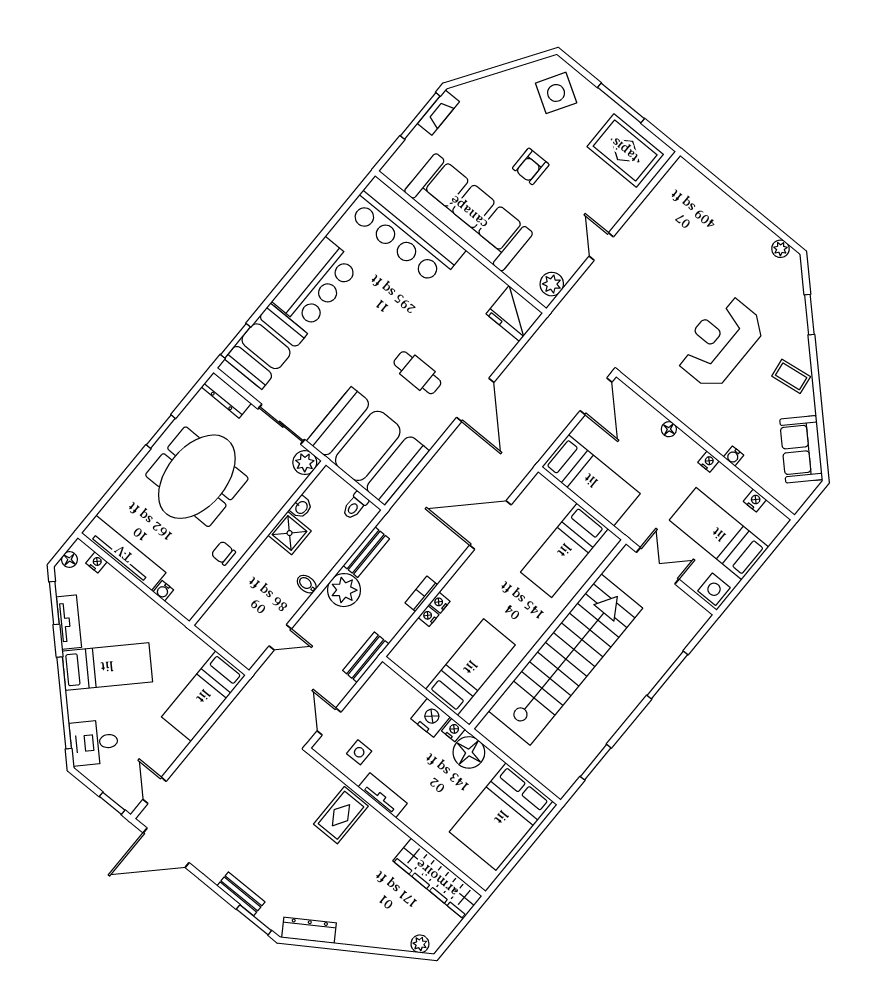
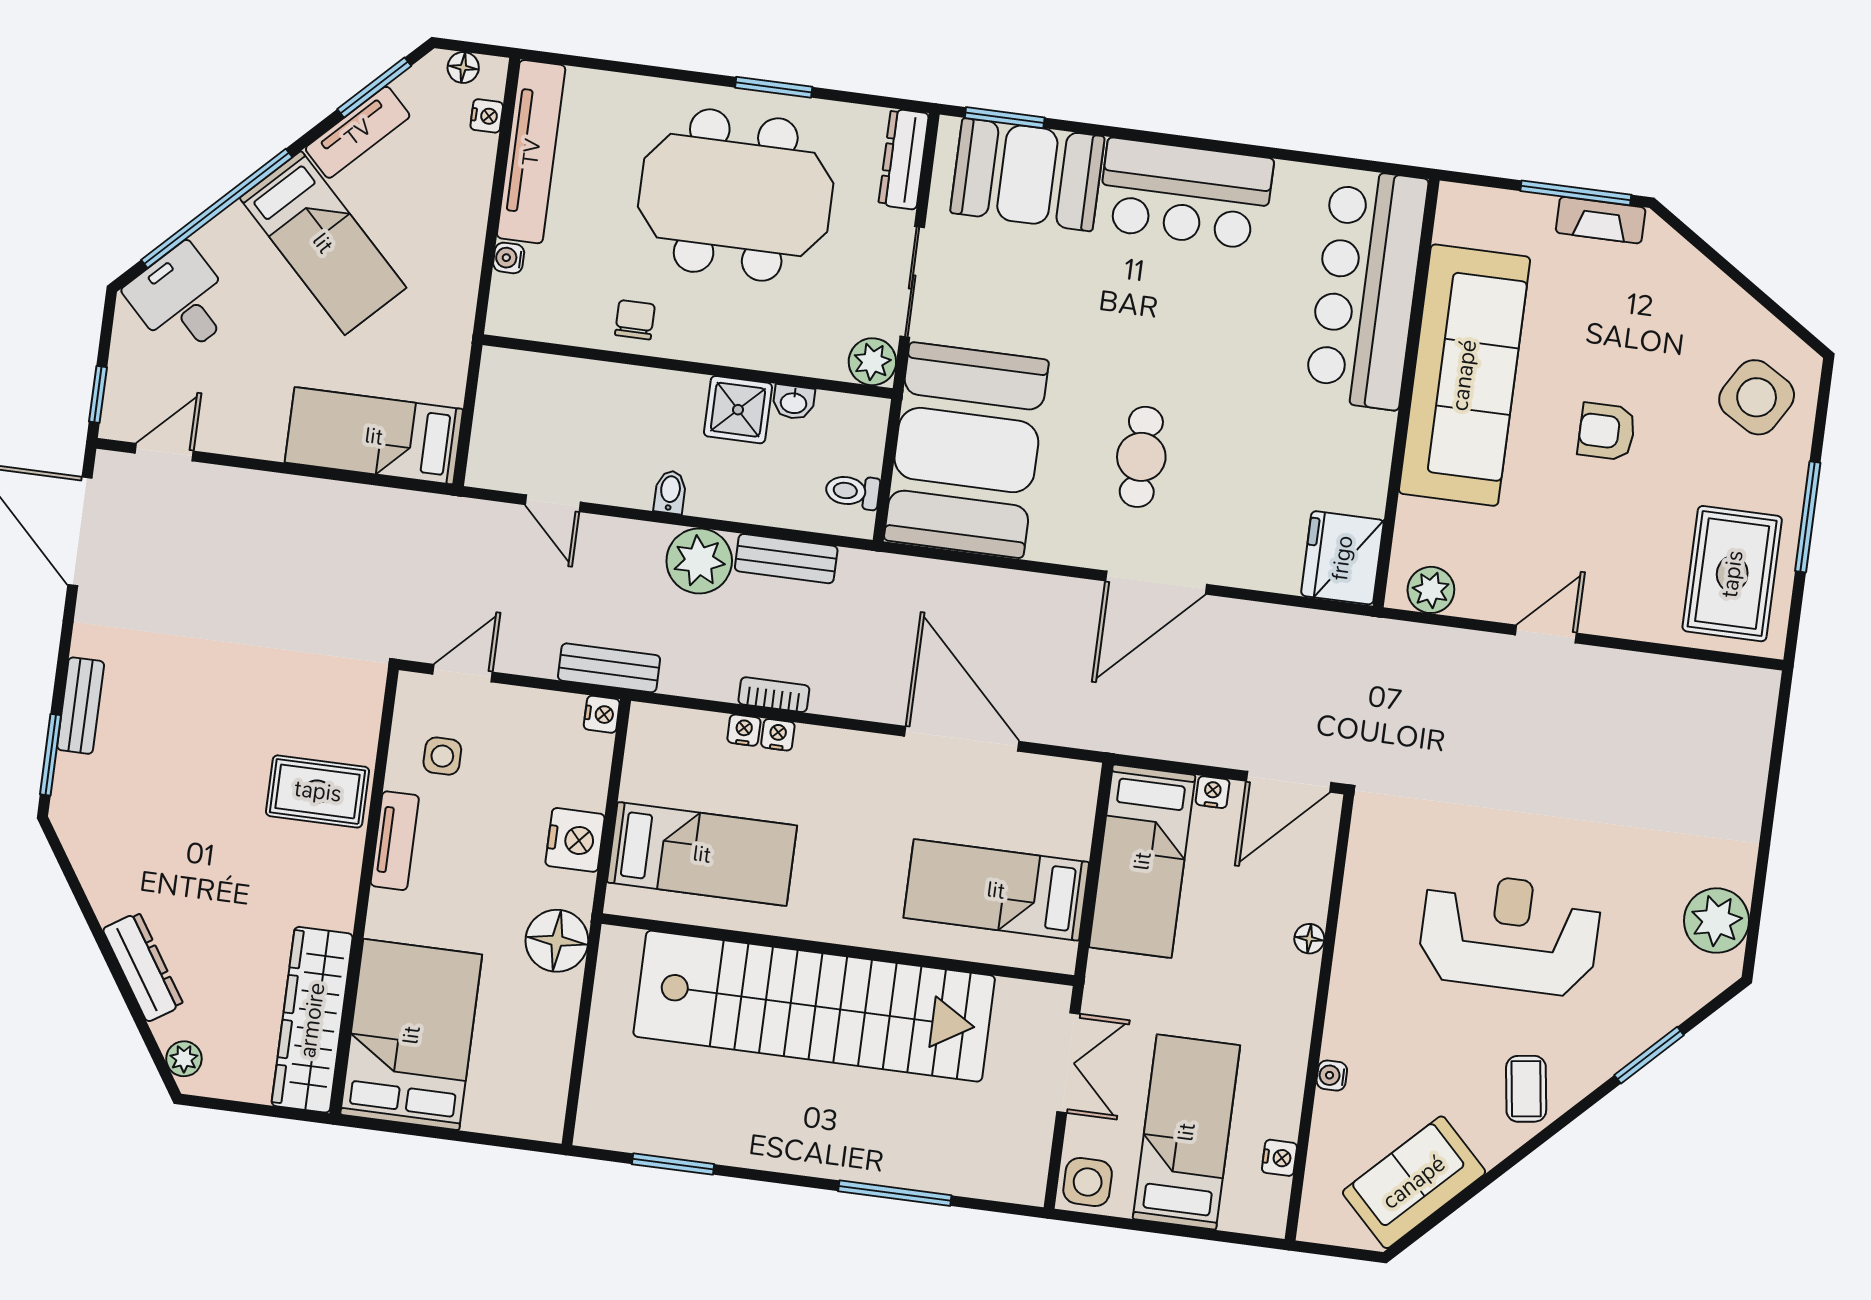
plant: (780, 249) -> (1716, 921), width x1.88, depth x1.88
nightstand: (708, 462) -> (1213, 792), moved, turned -90
nightstand: (453, 730) -> (602, 714), moved
bed: (501, 817) -> (411, 1035), moved, turned 90
dresser: (309, 930) -> (143, 967), moved

